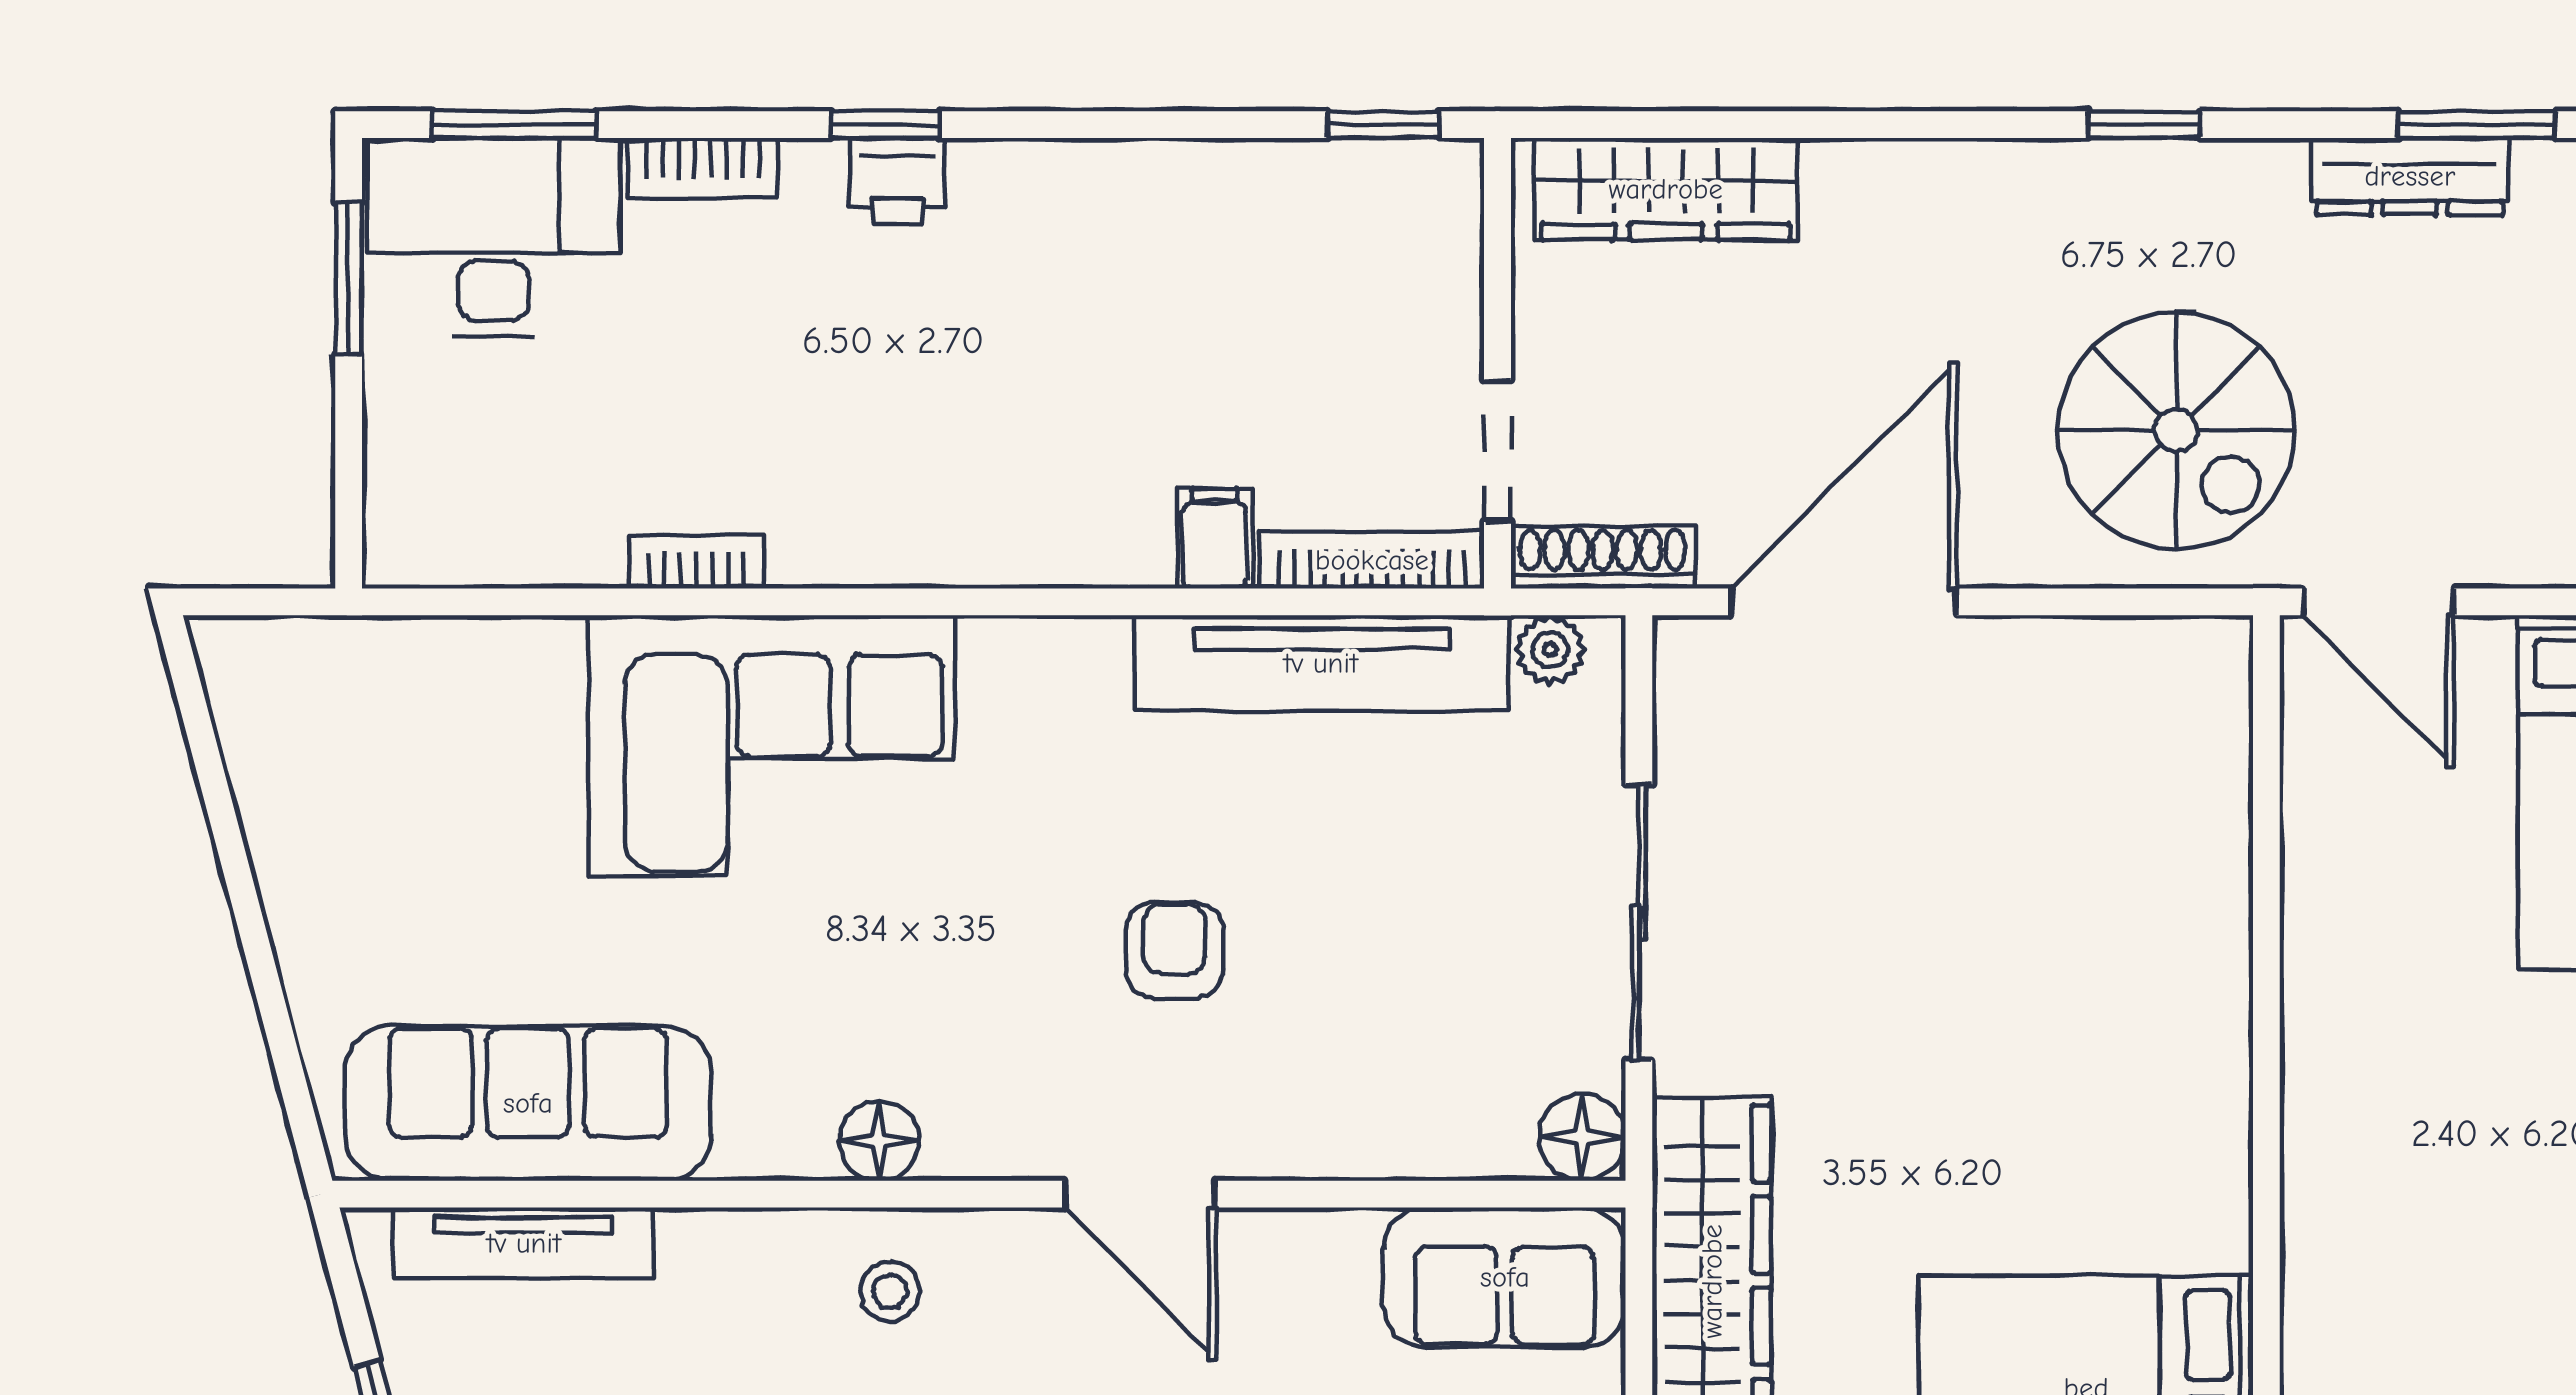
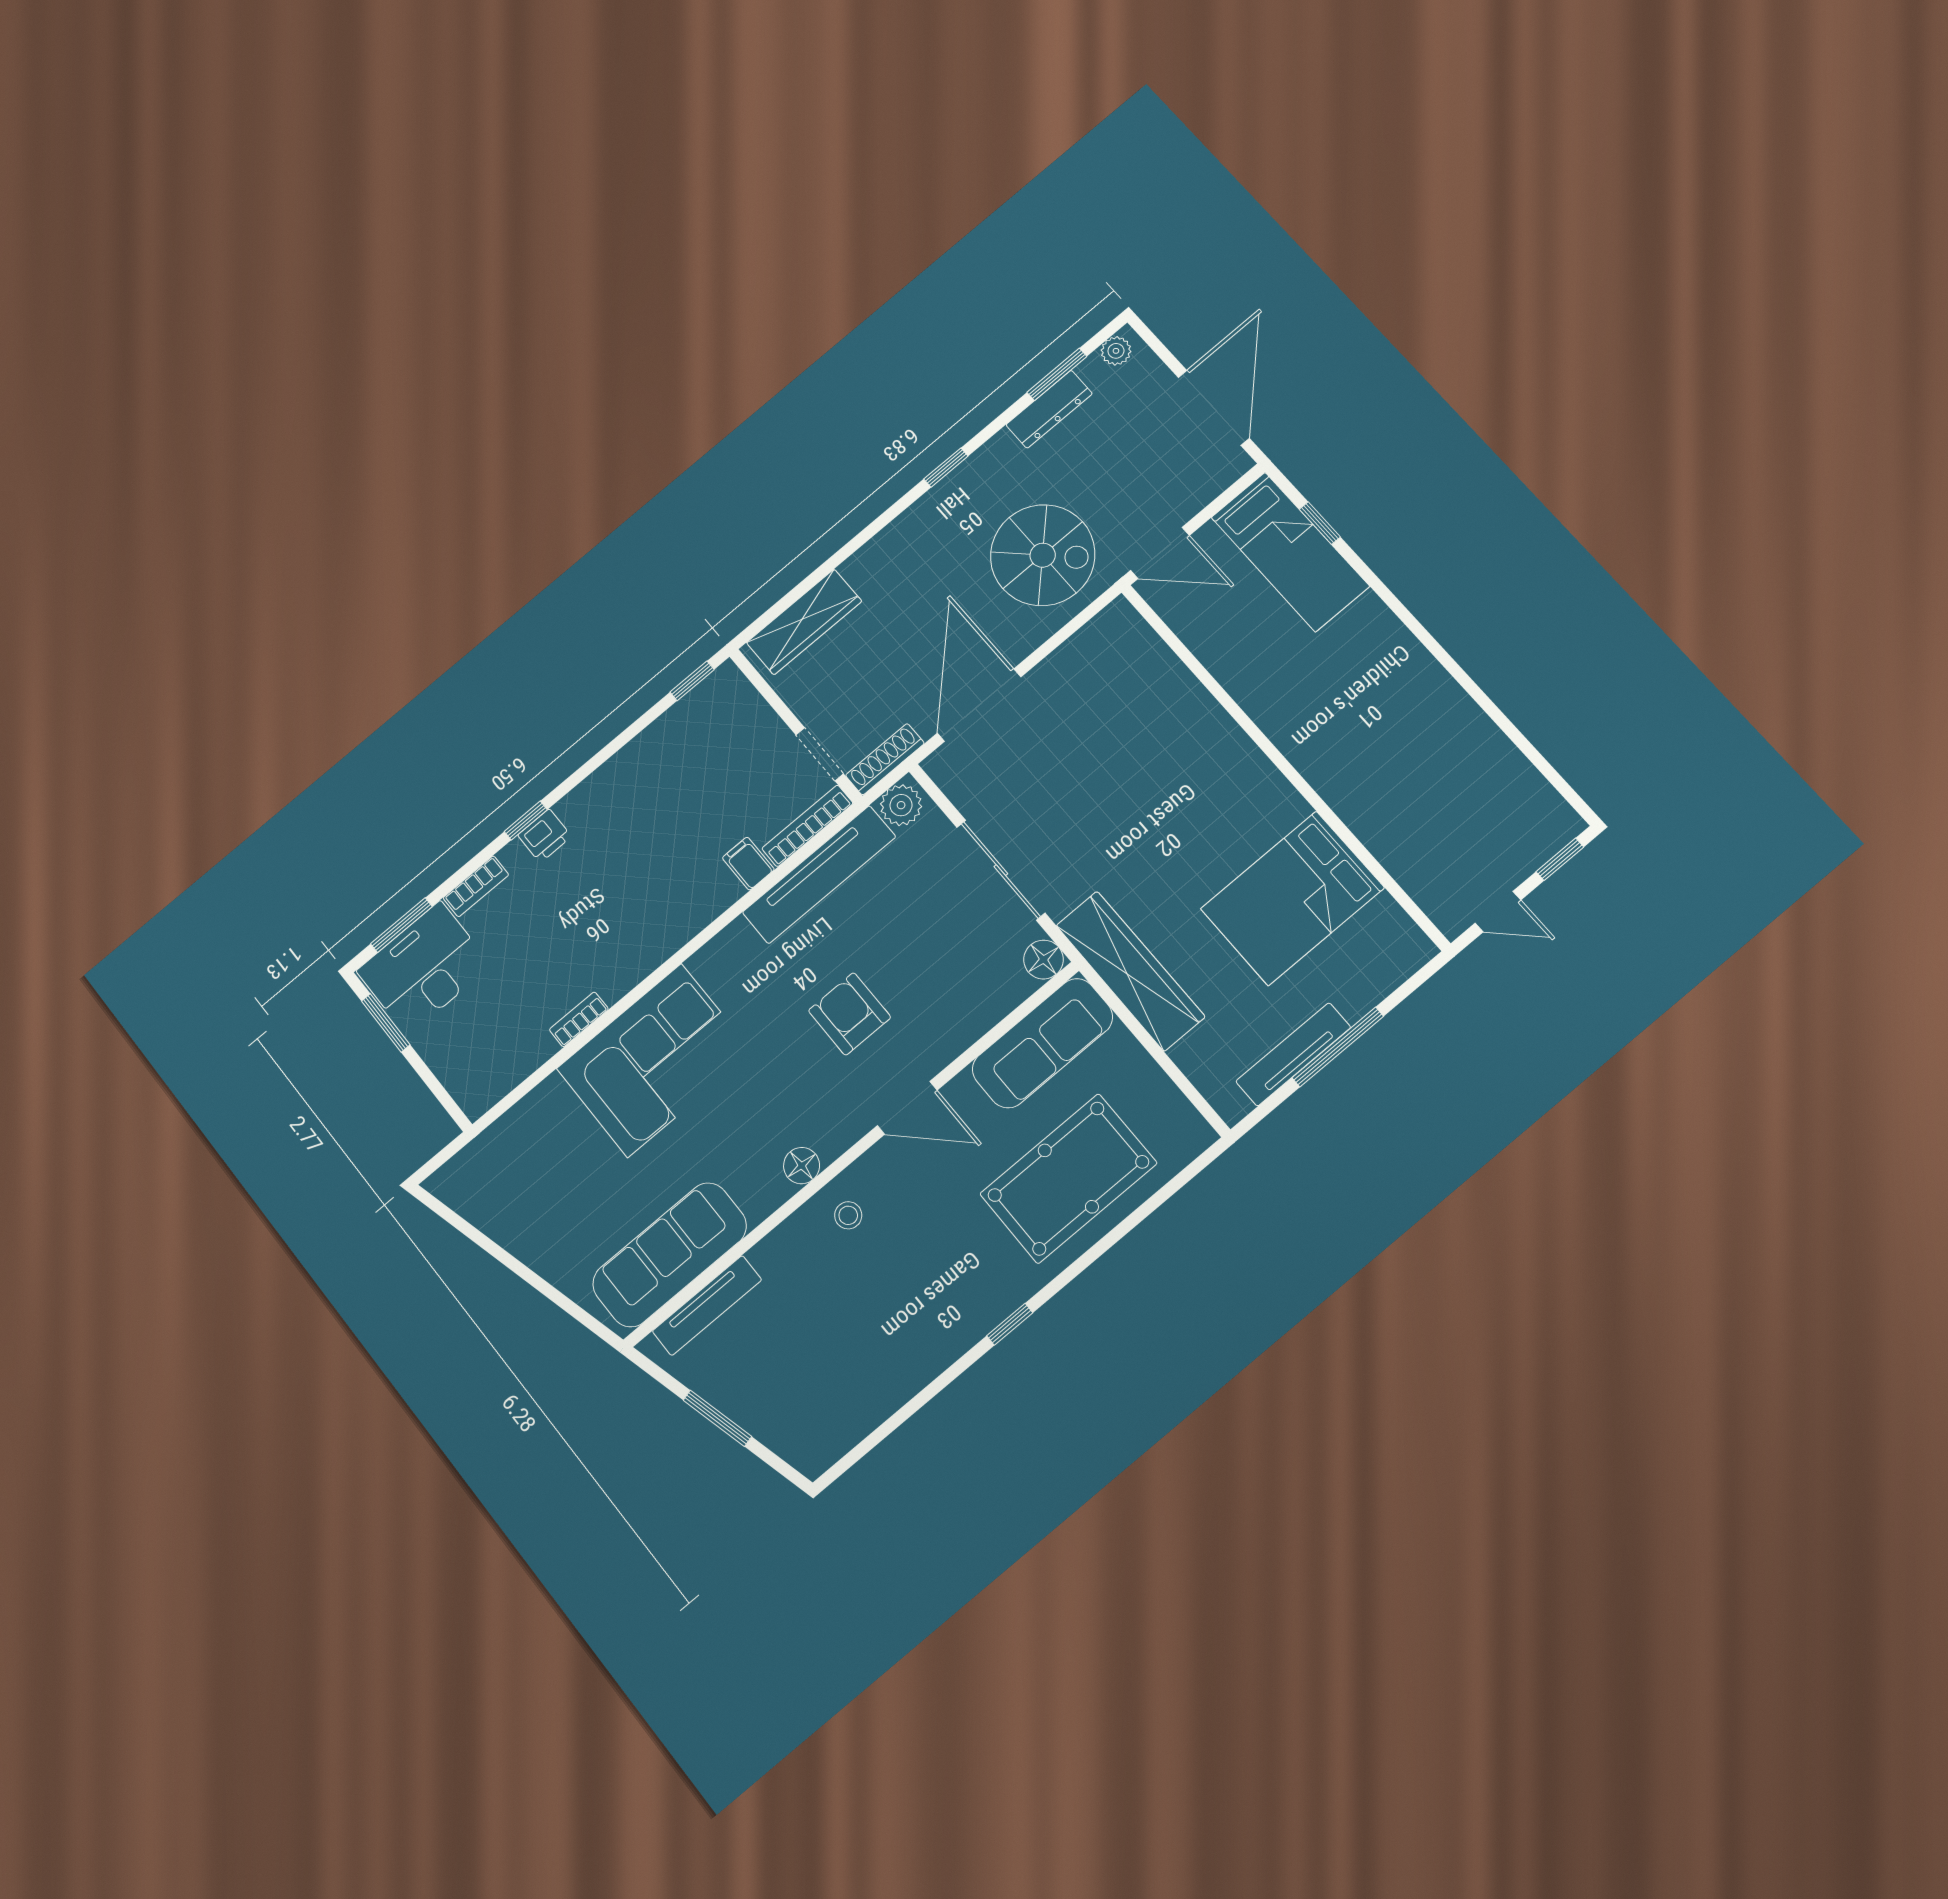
plant: (1550, 650) -> (901, 805), width x1.38, depth x1.38
armchair: (1175, 950) -> (850, 1014), width x1.38, depth x1.38
sofa: (1505, 1277) -> (1042, 1043), width x1.36

